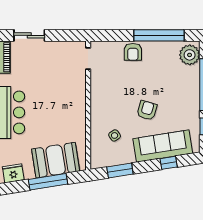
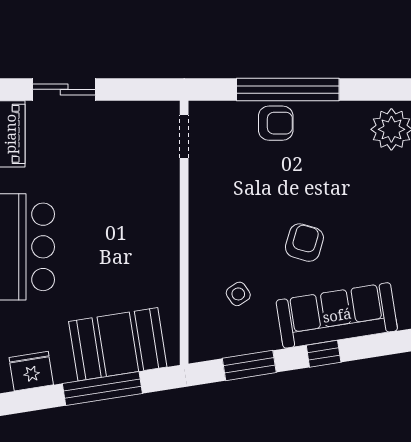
window: (159, 35) -> (288, 89), moved
armchair: (133, 52) -> (276, 123), turned -90
window: (169, 163) -> (324, 354), moved

